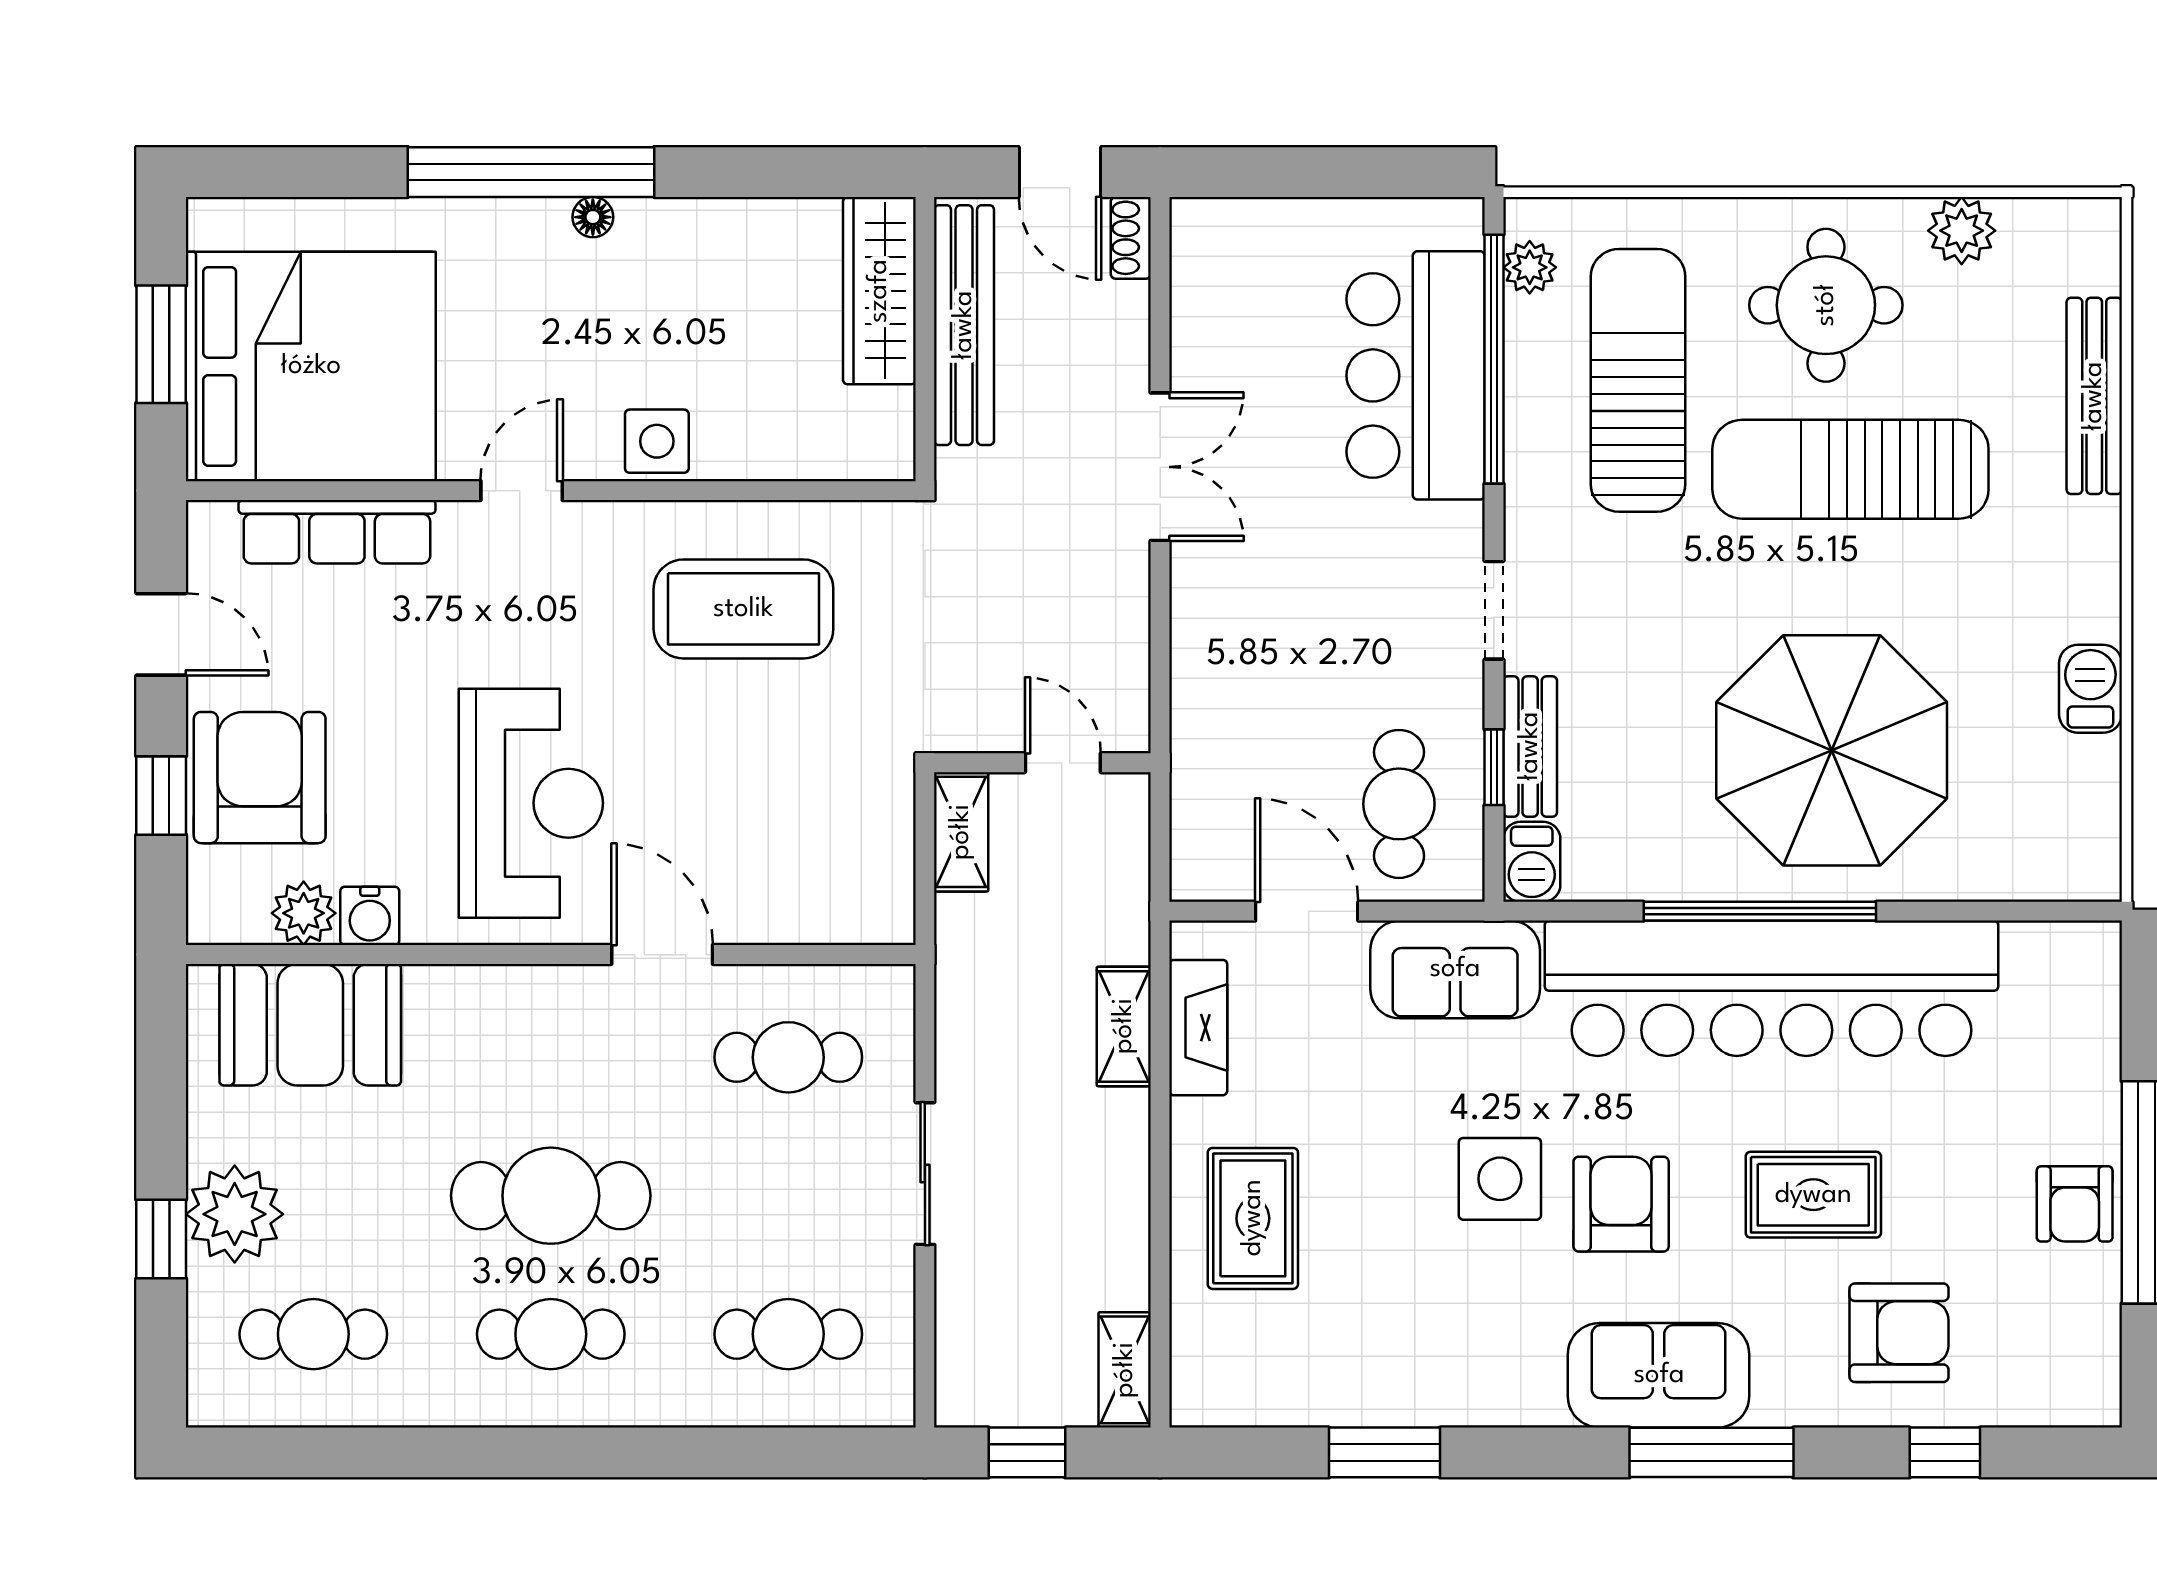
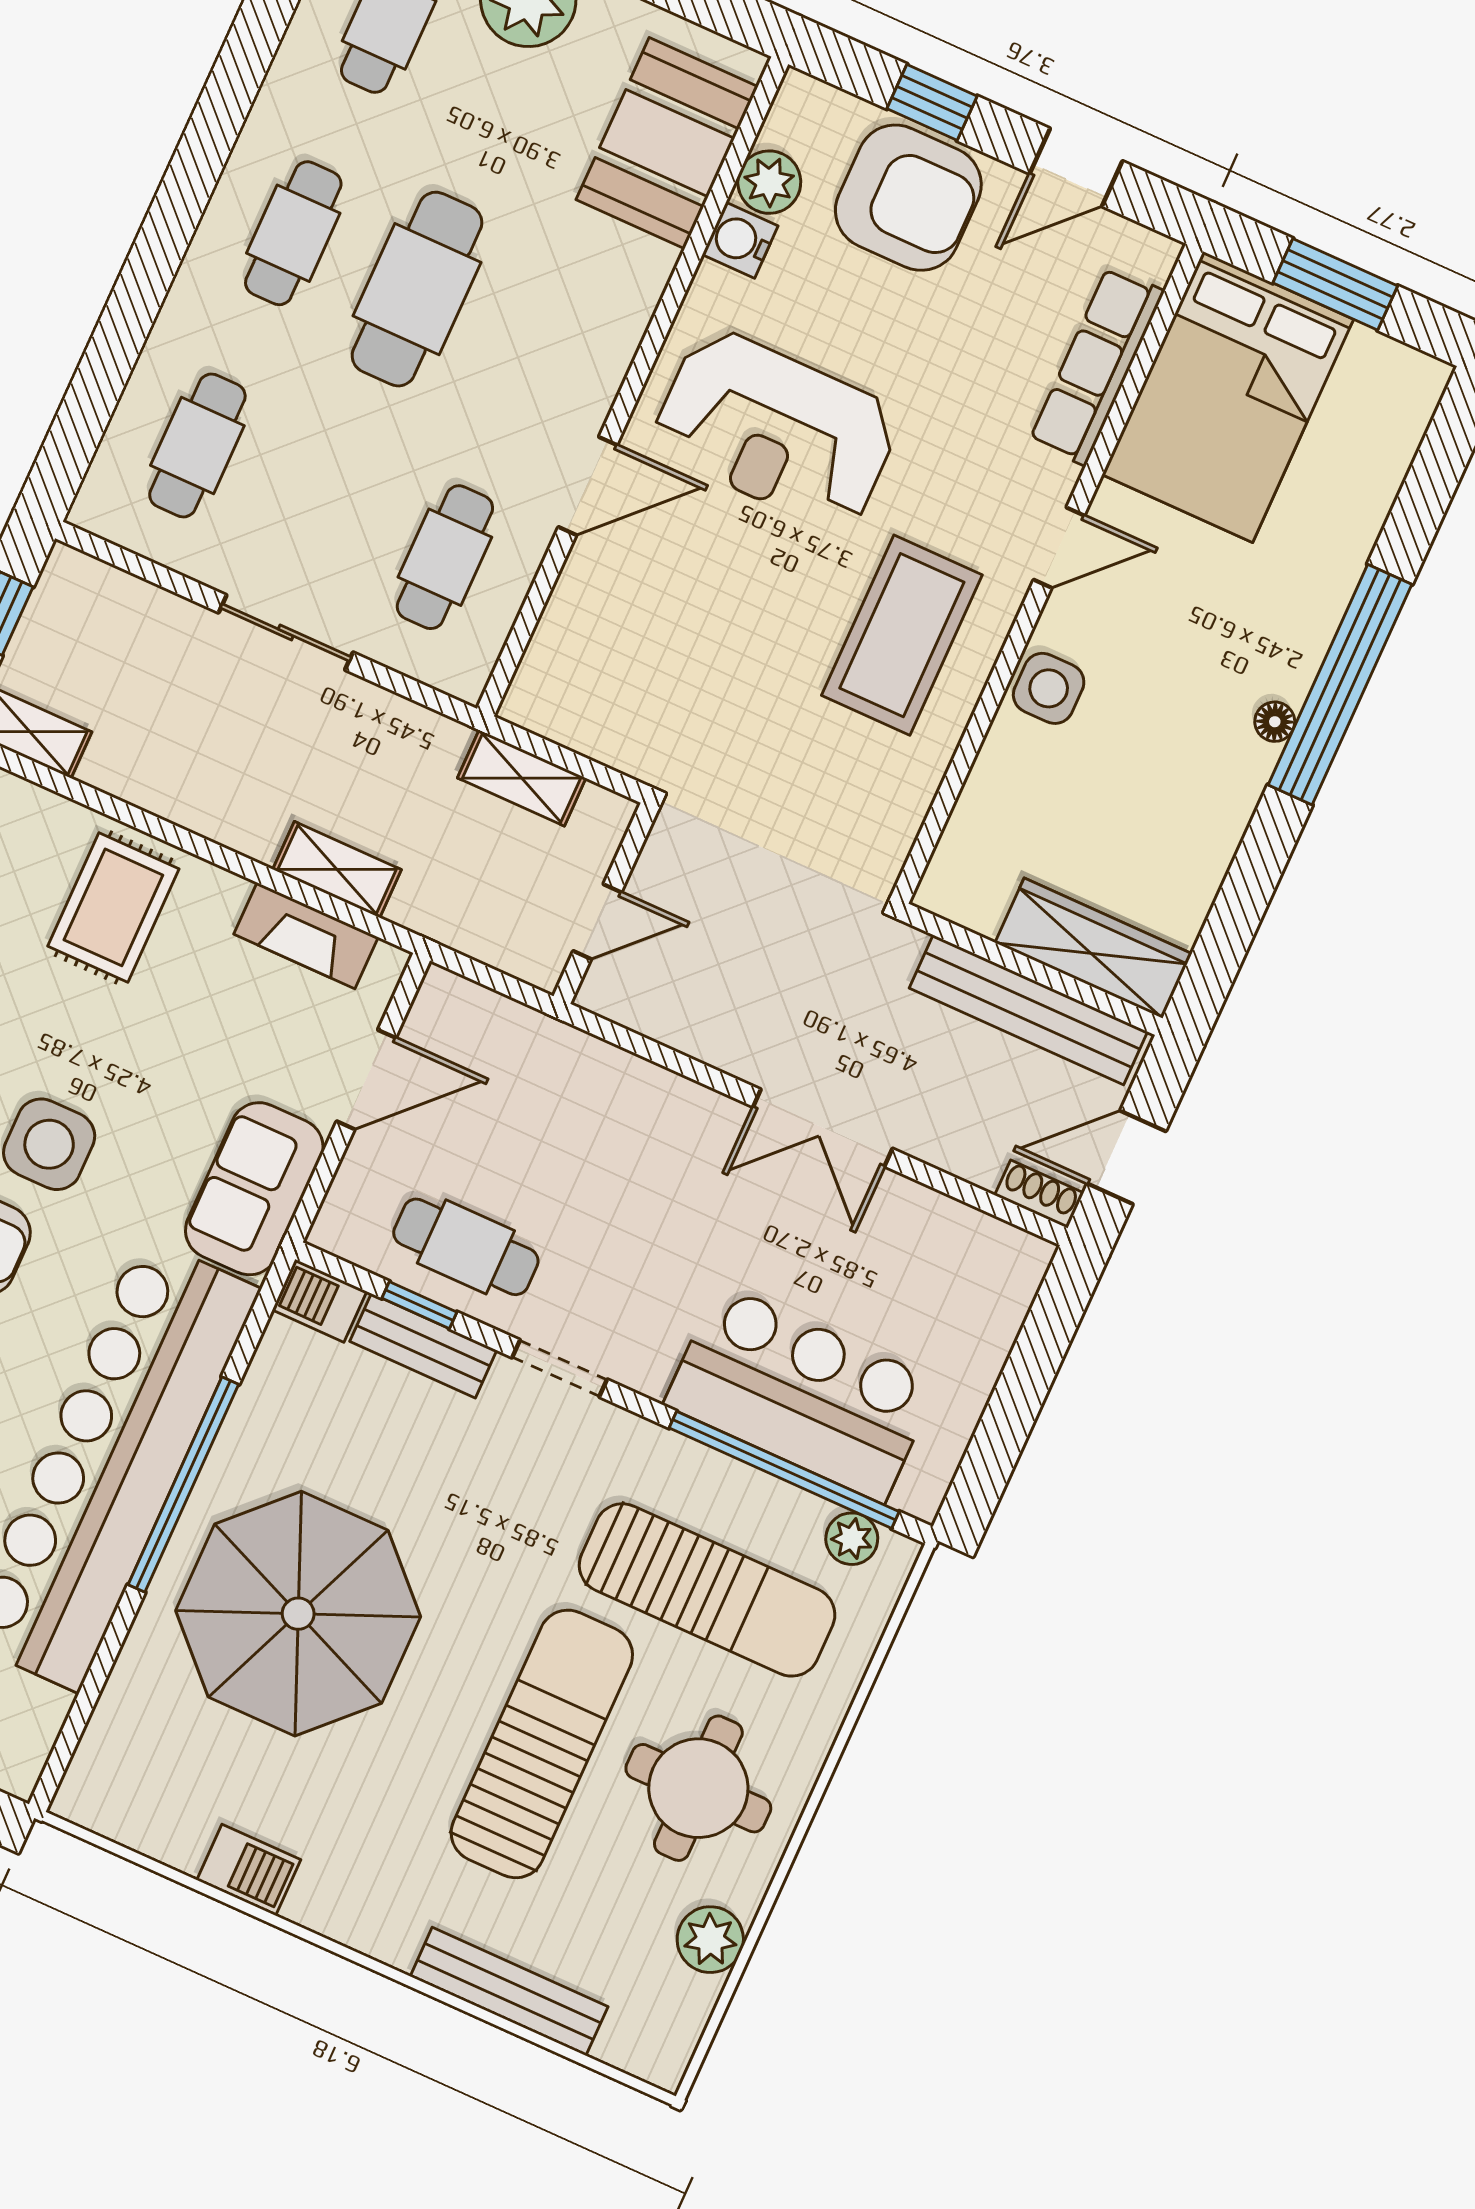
bed: (311, 366) -> (1228, 397), width x0.73
door: (522, 491) -> (1059, 548), hinge flipped
coffee table: (743, 609) -> (902, 635), moved
cafe table: (1399, 804) -> (466, 1247), moved
shelving: (961, 832) -> (522, 778), moved
rug: (1253, 1218) -> (113, 907), turned 90

